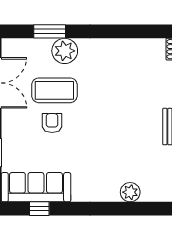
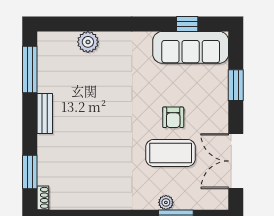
plant: (65, 51) -> (166, 202), width x0.53, depth x0.53

